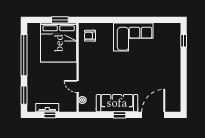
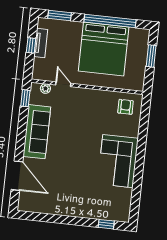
window: (60, 20) -> (151, 56), moved
bed: (59, 43) -> (104, 49), moved, turned -90
door: (78, 86) -> (63, 84), hinge flipped
window: (120, 115) -> (25, 98), moved

